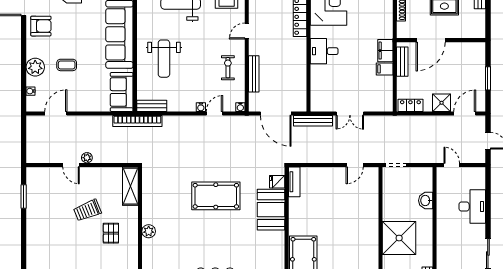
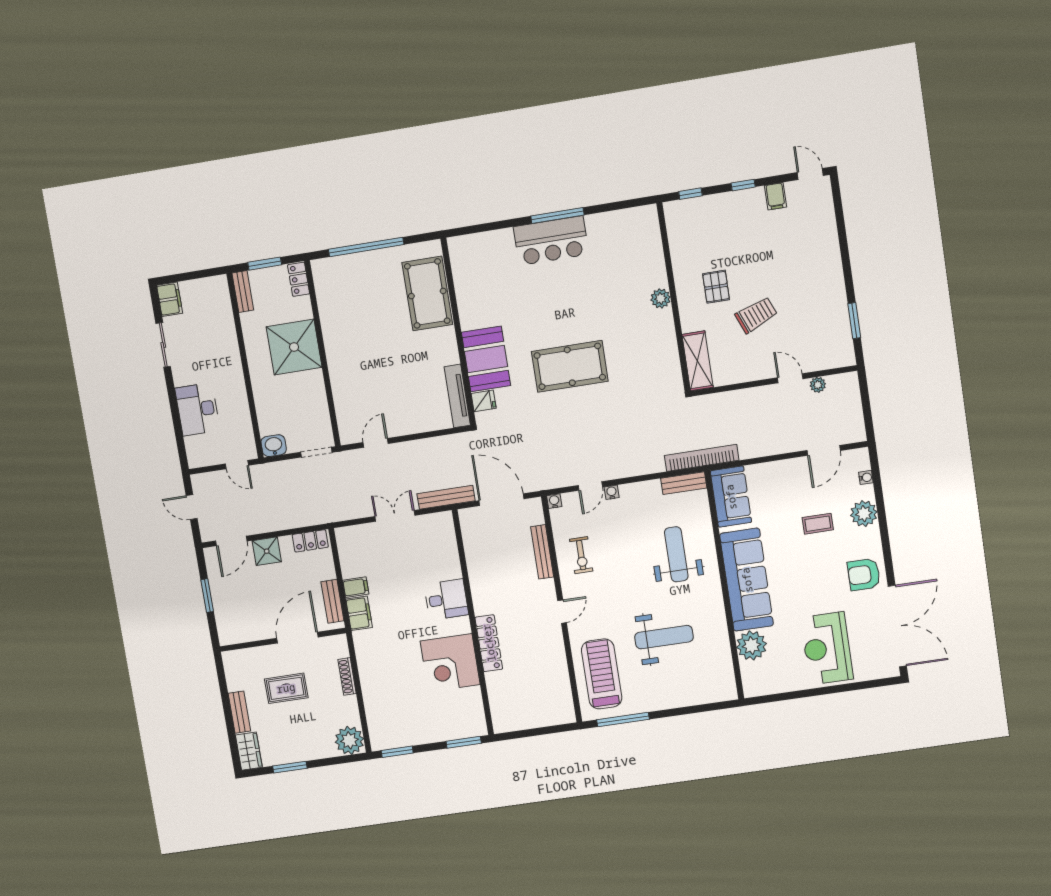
plant: (87, 158) -> (818, 385), moved
tv unit: (294, 182) -> (457, 396), width x1.41
washbasin: (426, 201) -> (274, 446), moved, turned -90

